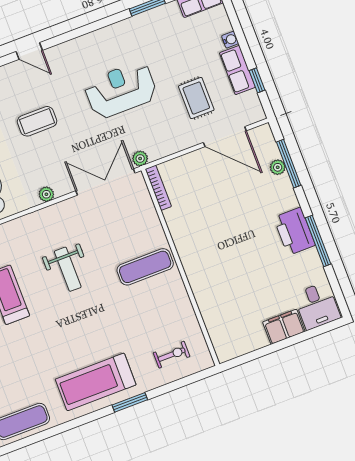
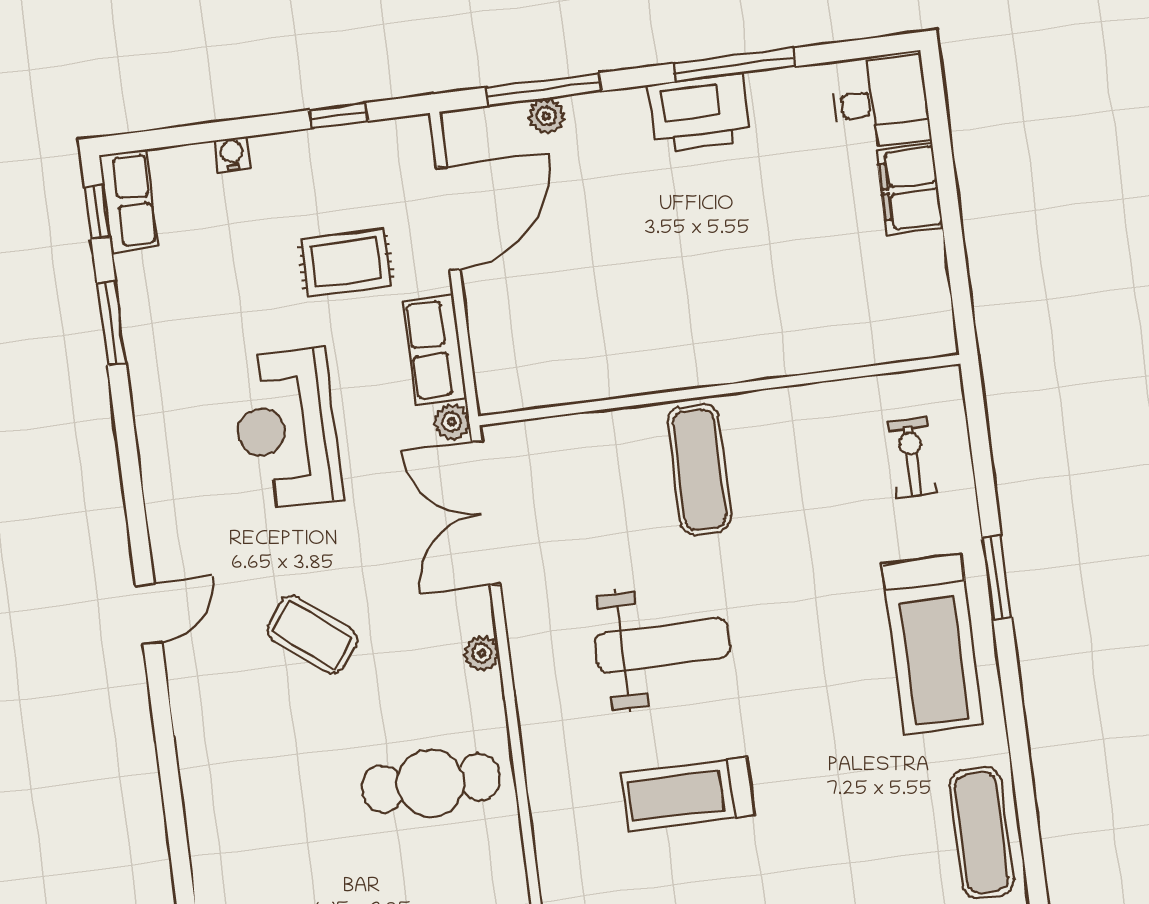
row of seats: (237, 70) -> (435, 350), moved, turned 90
coffee table: (37, 121) -> (312, 635), turned -52
bookcase: (158, 188) -> (528, 397), removed
weight bench: (68, 269) -> (663, 646), width x1.36, depth x1.33

